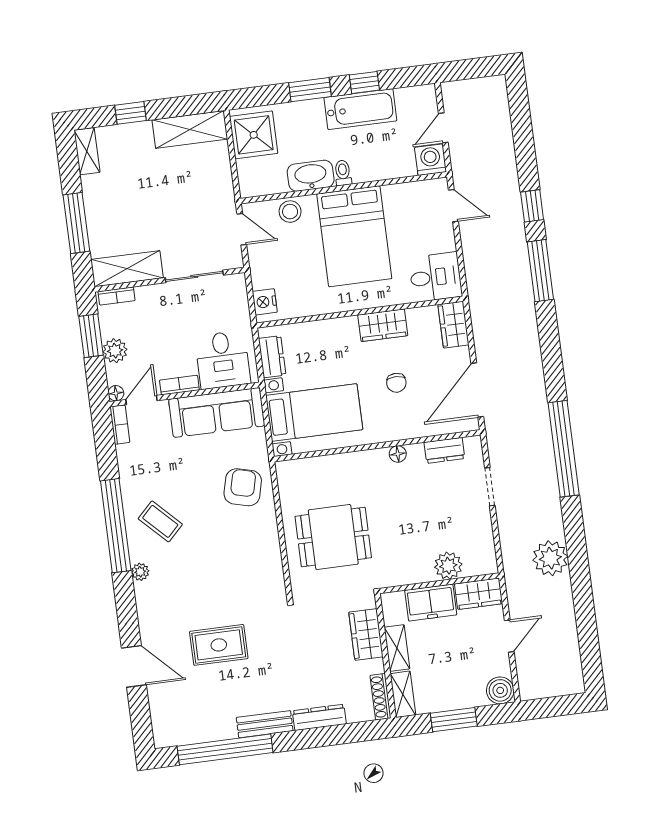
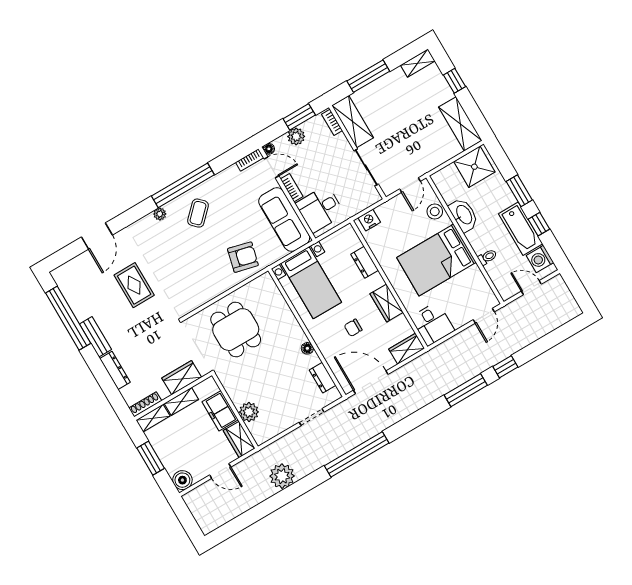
washing machine: (431, 160) -> (540, 259), moved, turned 180
toilet: (343, 173) -> (487, 257), moved
dresser: (272, 357) -> (365, 262), moved, turned 90

